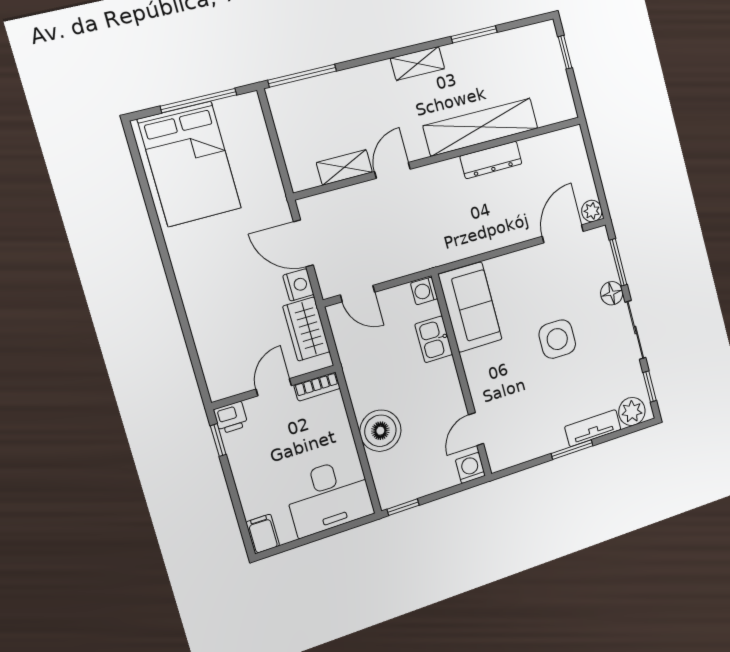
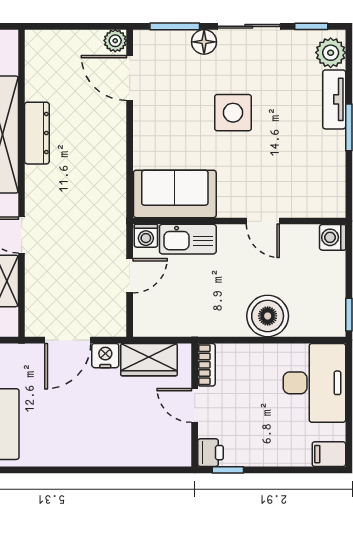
door: (358, 294) -> (130, 276), moved
kitchen sink: (434, 339) -> (188, 239), width x1.38
door: (476, 429) -> (263, 221), moved

